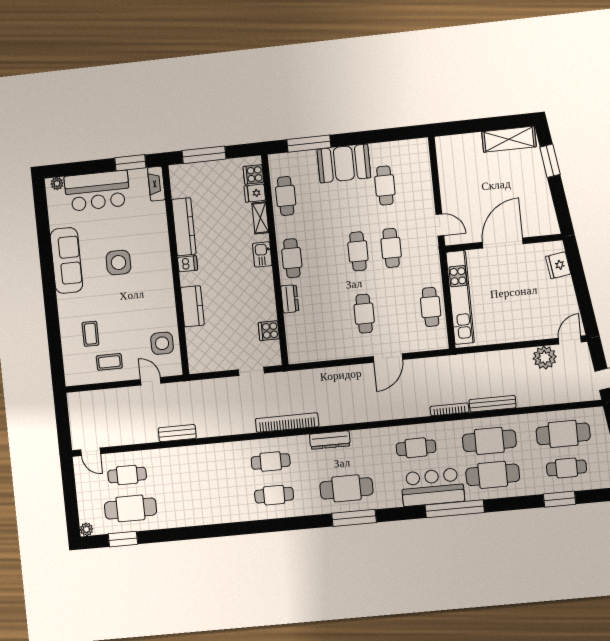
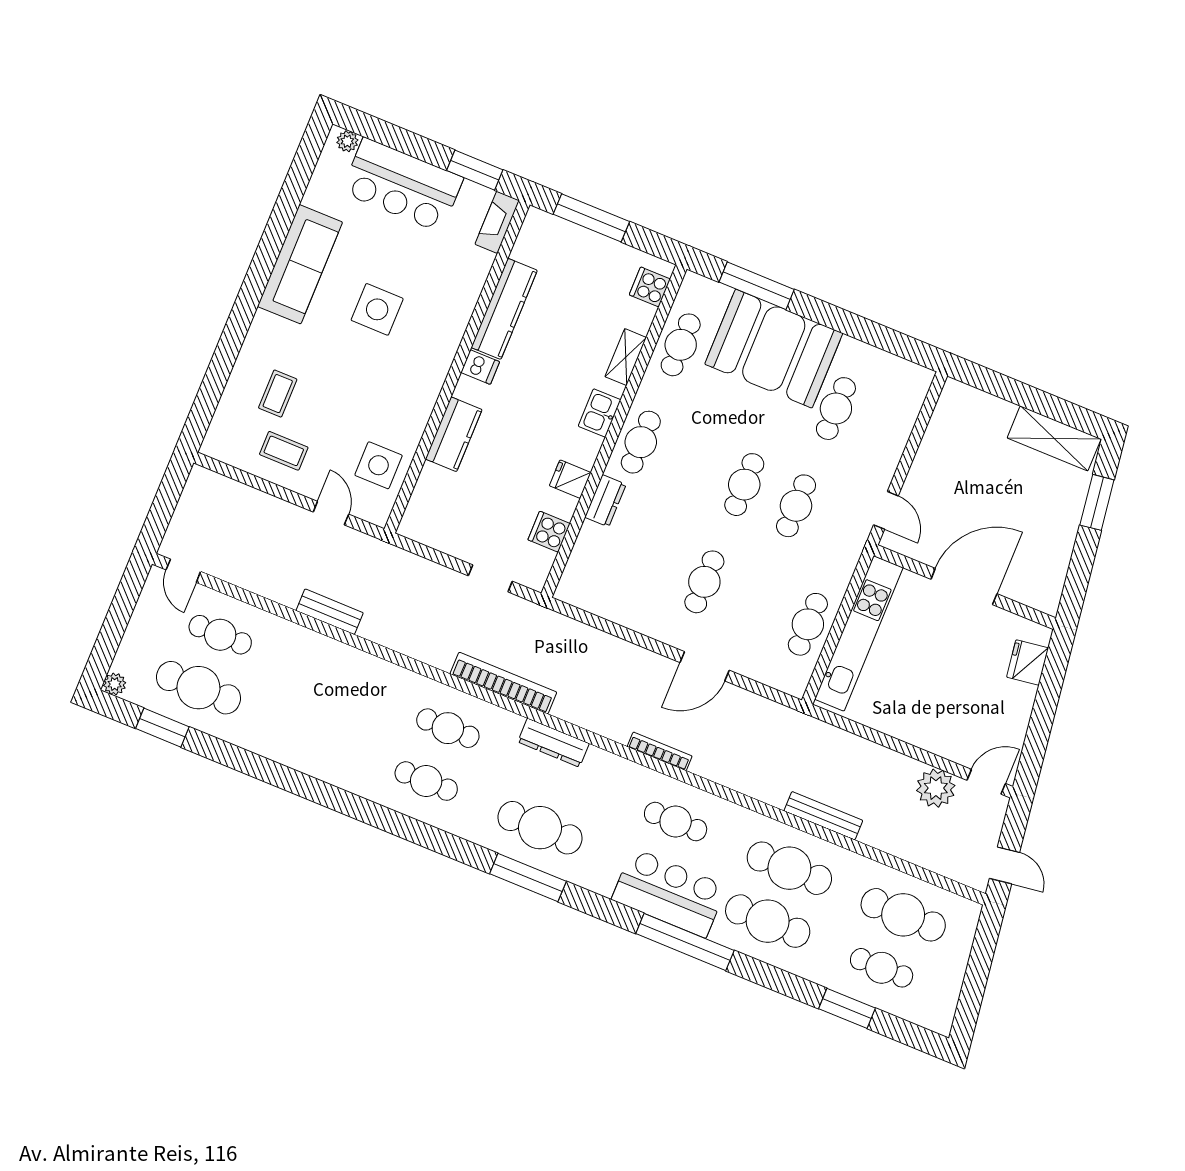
booth: (344, 163) -> (774, 349), width x1.36, depth x1.42
fridge: (255, 193) -> (570, 479), moved
bookcase: (449, 409) -> (660, 751), moved

